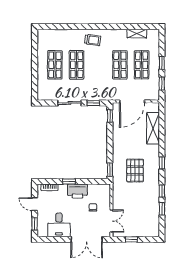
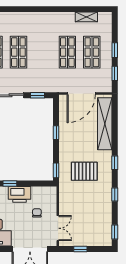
trolley: (93, 40) -> (37, 24), removed
window: (110, 116) -> (56, 133), moved
shelving: (153, 128) -> (105, 124), width x1.47
pallet: (135, 171) -> (84, 171), turned 90
window: (162, 209) -> (115, 232), moved

